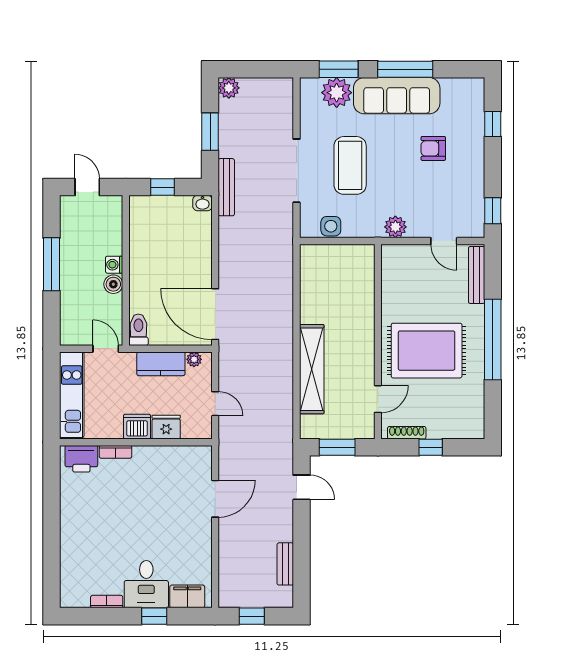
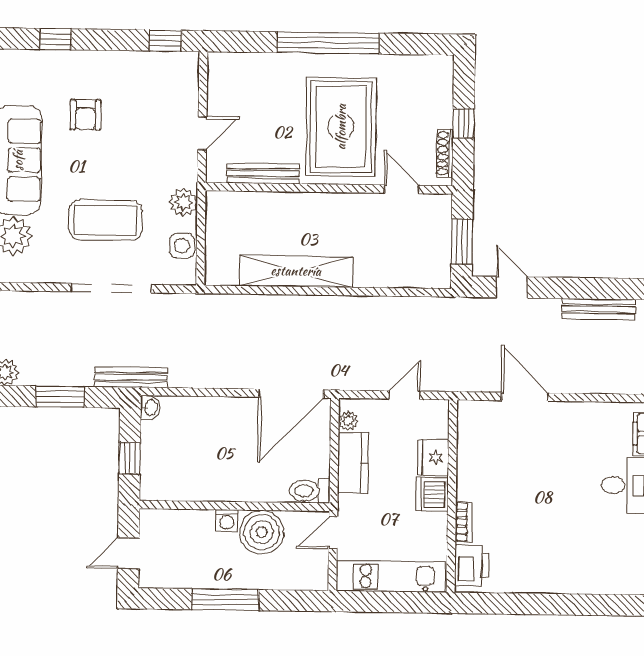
plant: (395, 227) -> (183, 202), moved
door: (444, 241) -> (202, 133), moved
bench: (477, 275) -> (263, 173), moved
boiler: (113, 284) -> (262, 532), width x1.86, depth x1.86
shelving: (312, 369) -> (296, 271), moved
door: (302, 487) -> (512, 287), hinge flipped
bench: (285, 564) -> (599, 309), width x1.36

